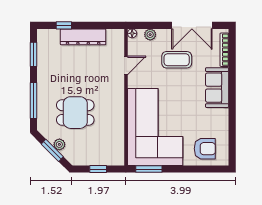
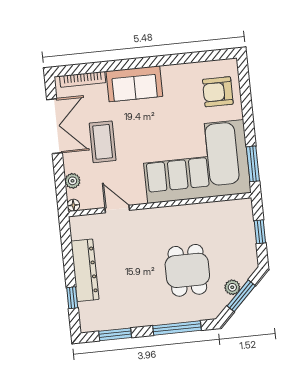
armchair: (205, 149) -> (218, 92), turned -90

